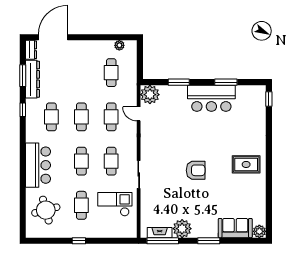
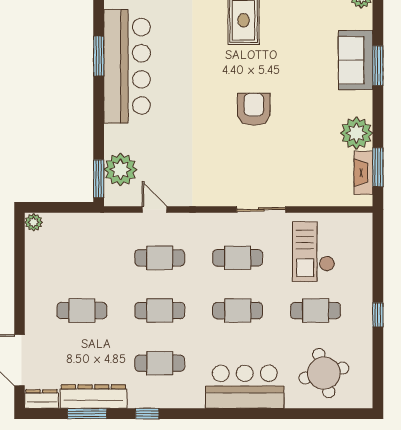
plant: (119, 45) -> (34, 222), moved
cafe table: (111, 73) -> (82, 311), moved
window: (179, 82) -> (99, 179), moved
plant: (150, 95) -> (120, 170), moved
bar counter: (211, 98) -> (127, 66), width x1.36
door: (139, 114) -> (155, 209), swing flipped
sofa: (235, 228) -> (356, 60), moved
window: (163, 241) -> (378, 167), width x0.69
window: (209, 241) -> (378, 66), moved

